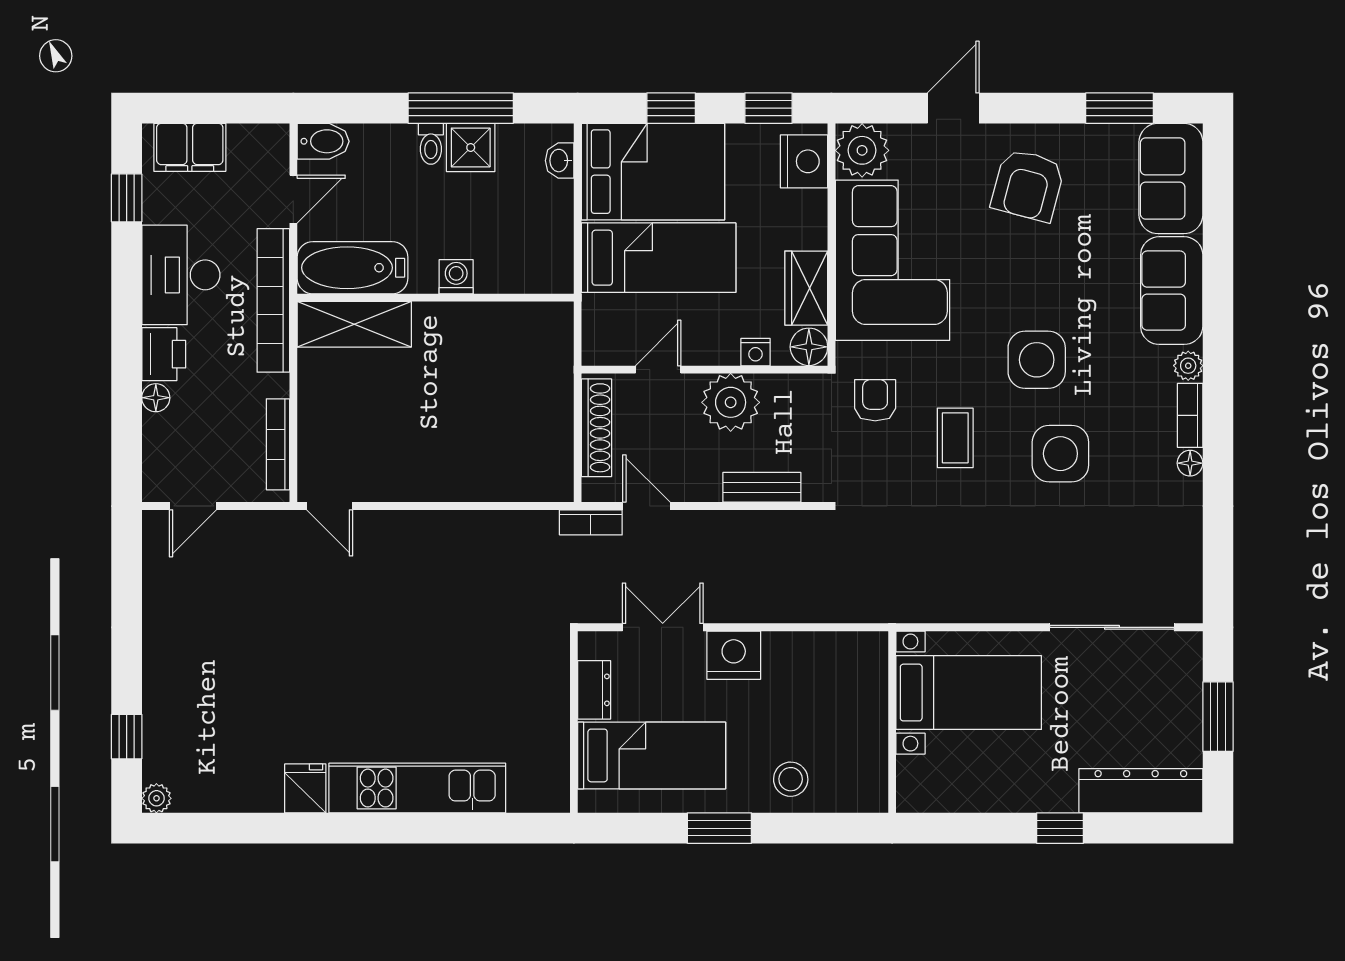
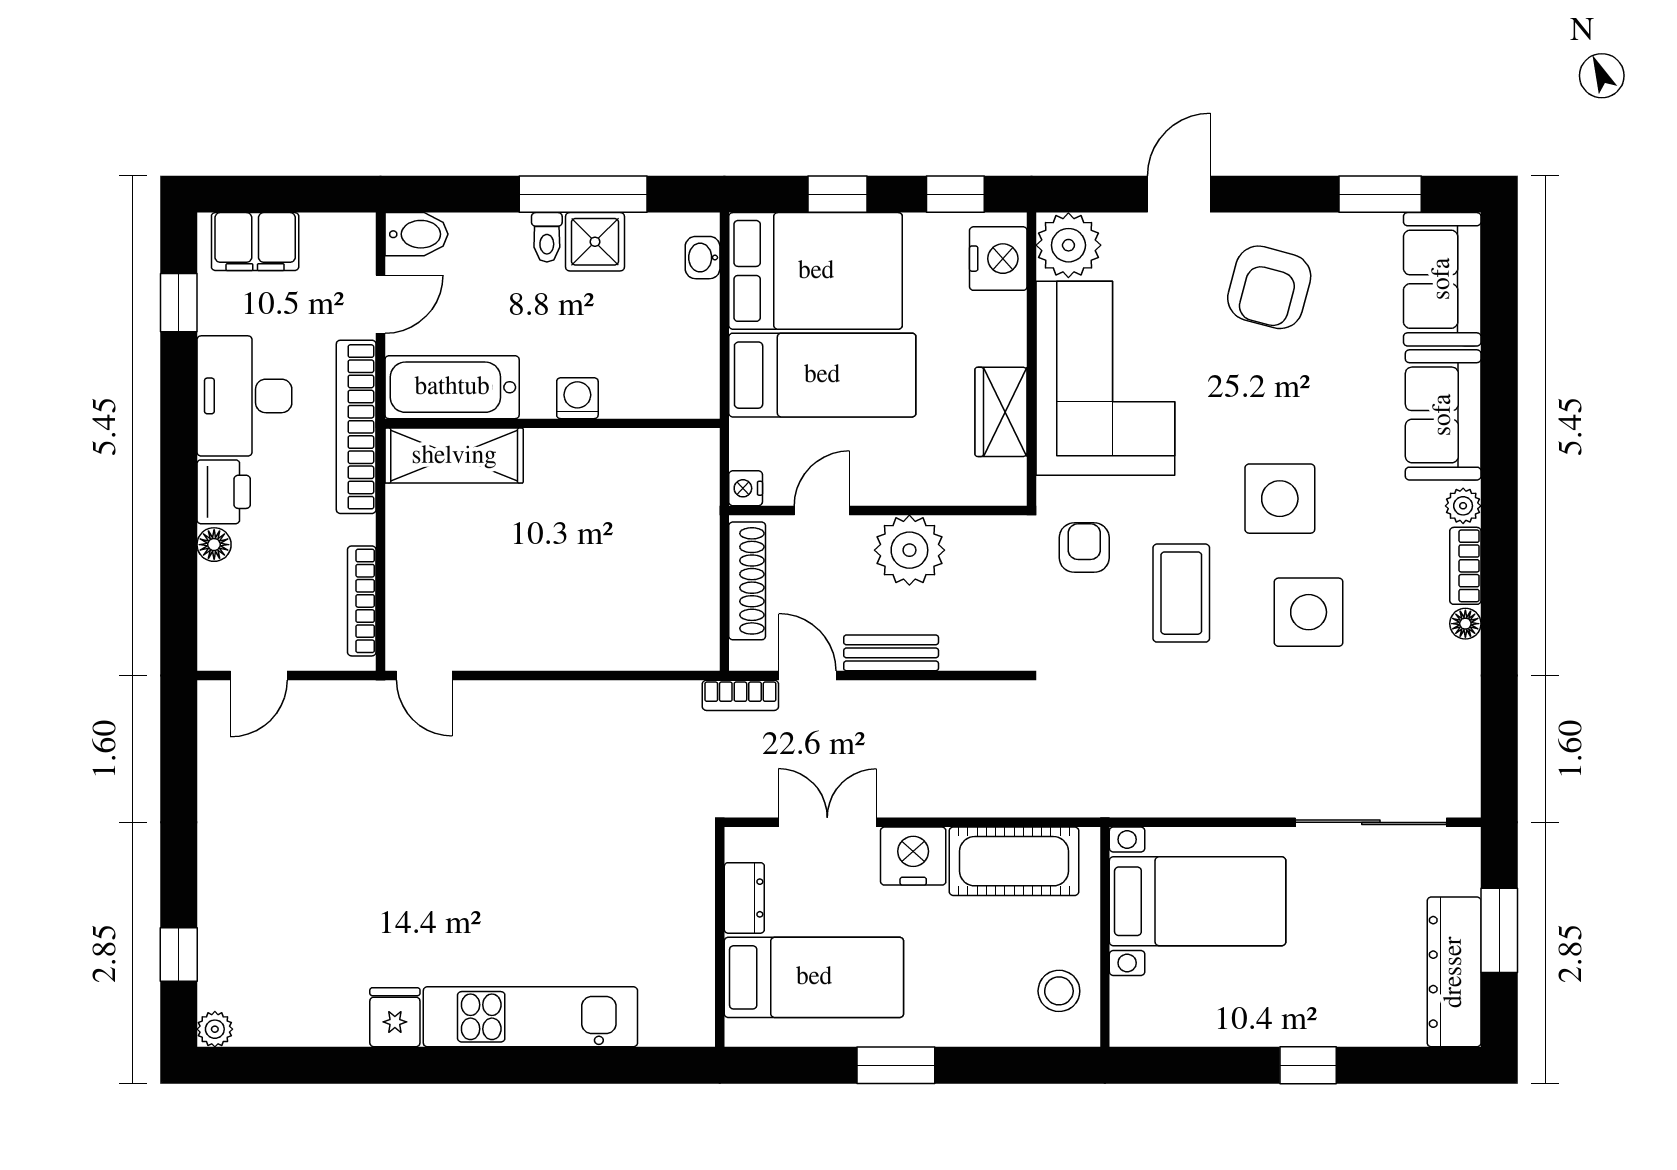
floor lamp: (809, 347) -> (1004, 483), removed
nightstand: (755, 352) -> (746, 488), moved, turned 90
coffee table: (955, 438) -> (1181, 593), width x1.36, depth x1.30
bench: (762, 487) -> (891, 653), moved
cot: (817, 659) -> (1014, 861), added
stool: (791, 779) -> (1059, 991), moved
dresser: (1141, 791) -> (1454, 972), moved, turned -90

